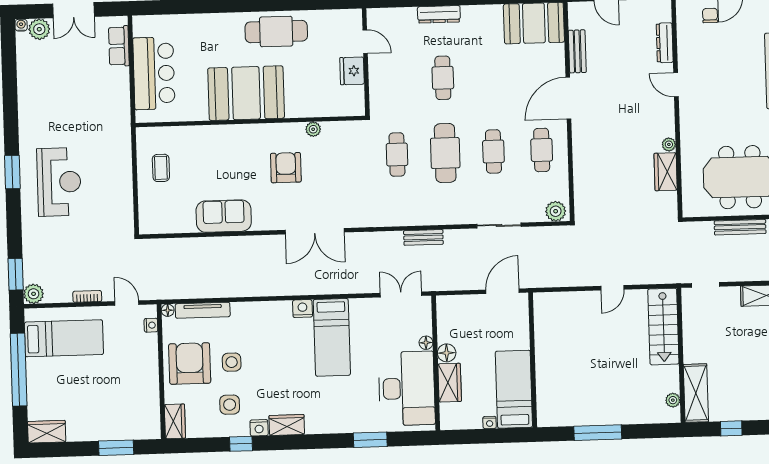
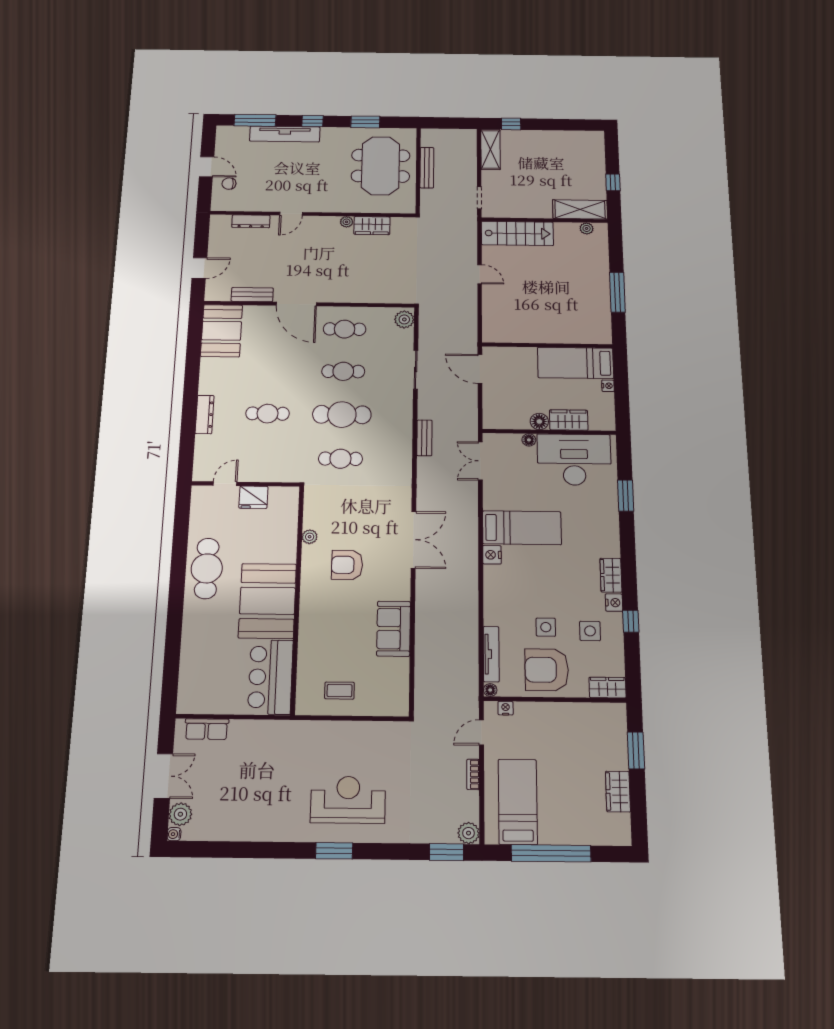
bar counter: (154, 73) -> (270, 677), moved, turned -90
wardrobe: (47, 432) -> (618, 792), moved

